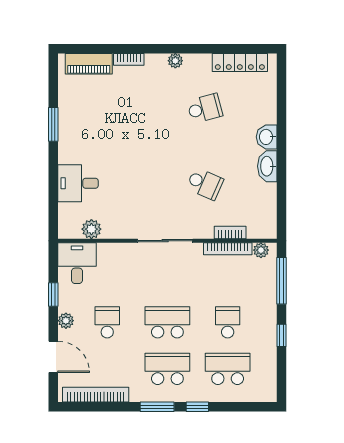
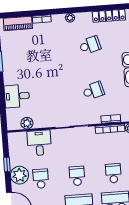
school desk: (205, 184) -> (93, 91), turned -39
desk: (77, 263) -> (39, 143), moved
plant: (66, 321) -> (19, 175), width x1.87, depth x1.87
school desk: (167, 322) -> (77, 176), width x0.54

